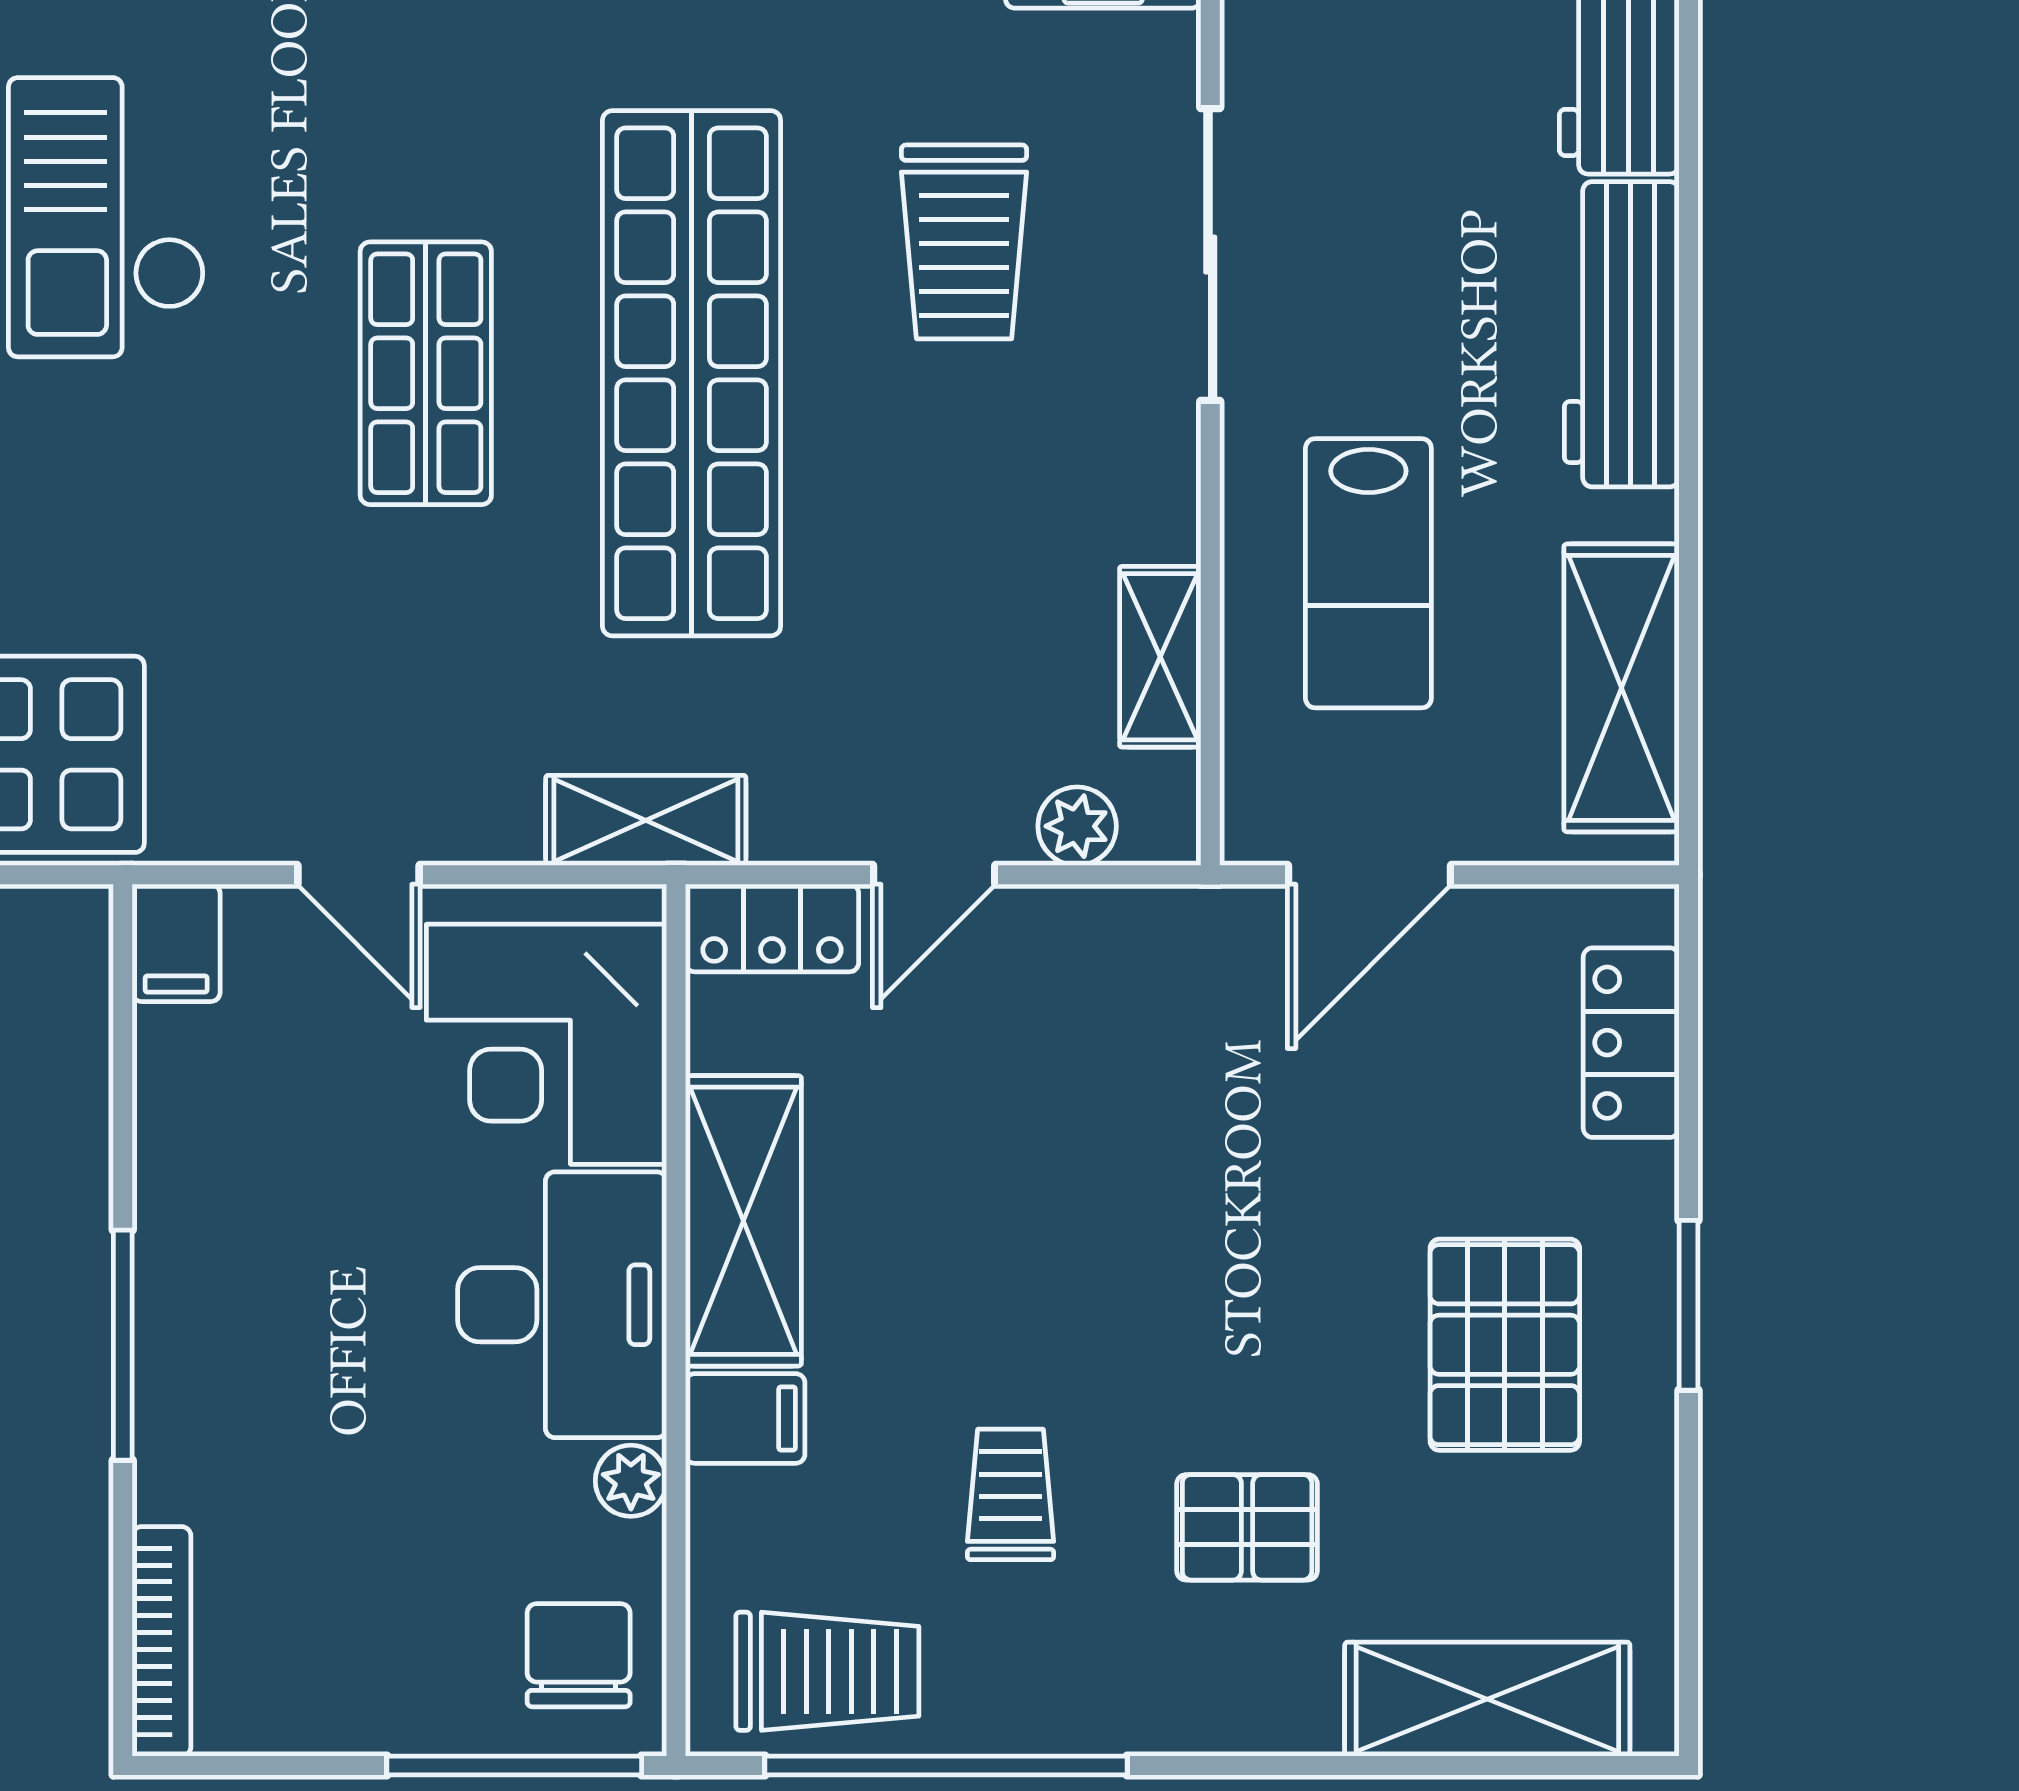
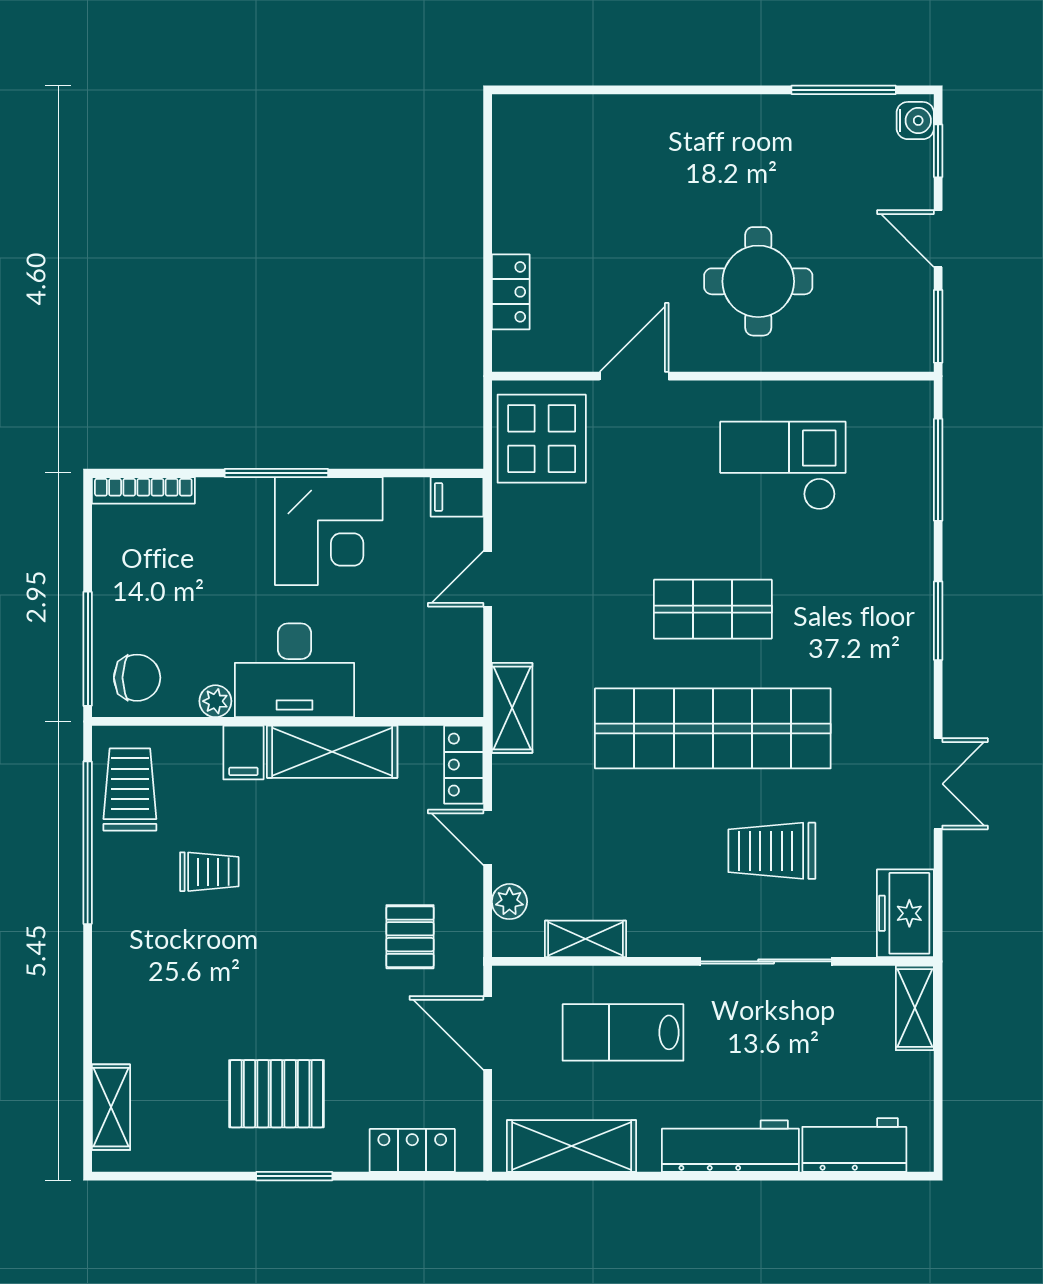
corner desk: (546, 1044) -> (329, 531), moved, turned 180
pallet: (1247, 1527) -> (410, 937), moved
trolley: (827, 1671) -> (130, 789), turned 180
shelving: (1487, 1699) -> (111, 1107), width x0.67, depth x0.75

